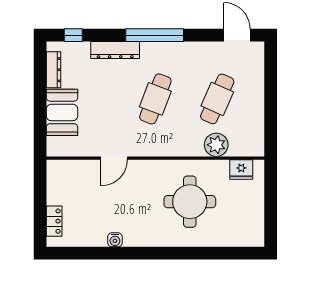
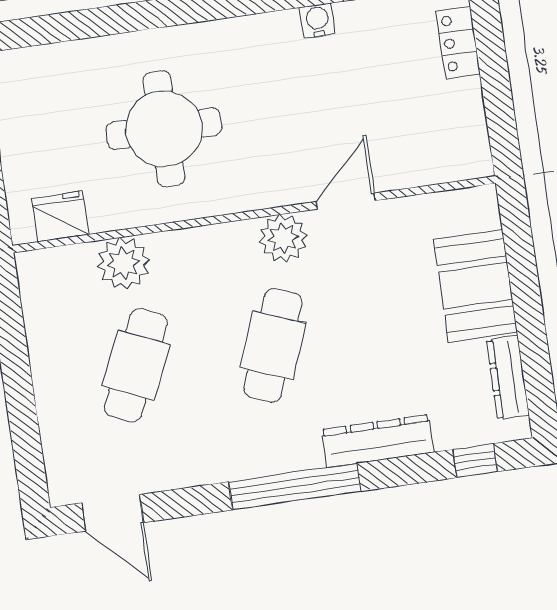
plant: (144, 146) -> (283, 238), added

